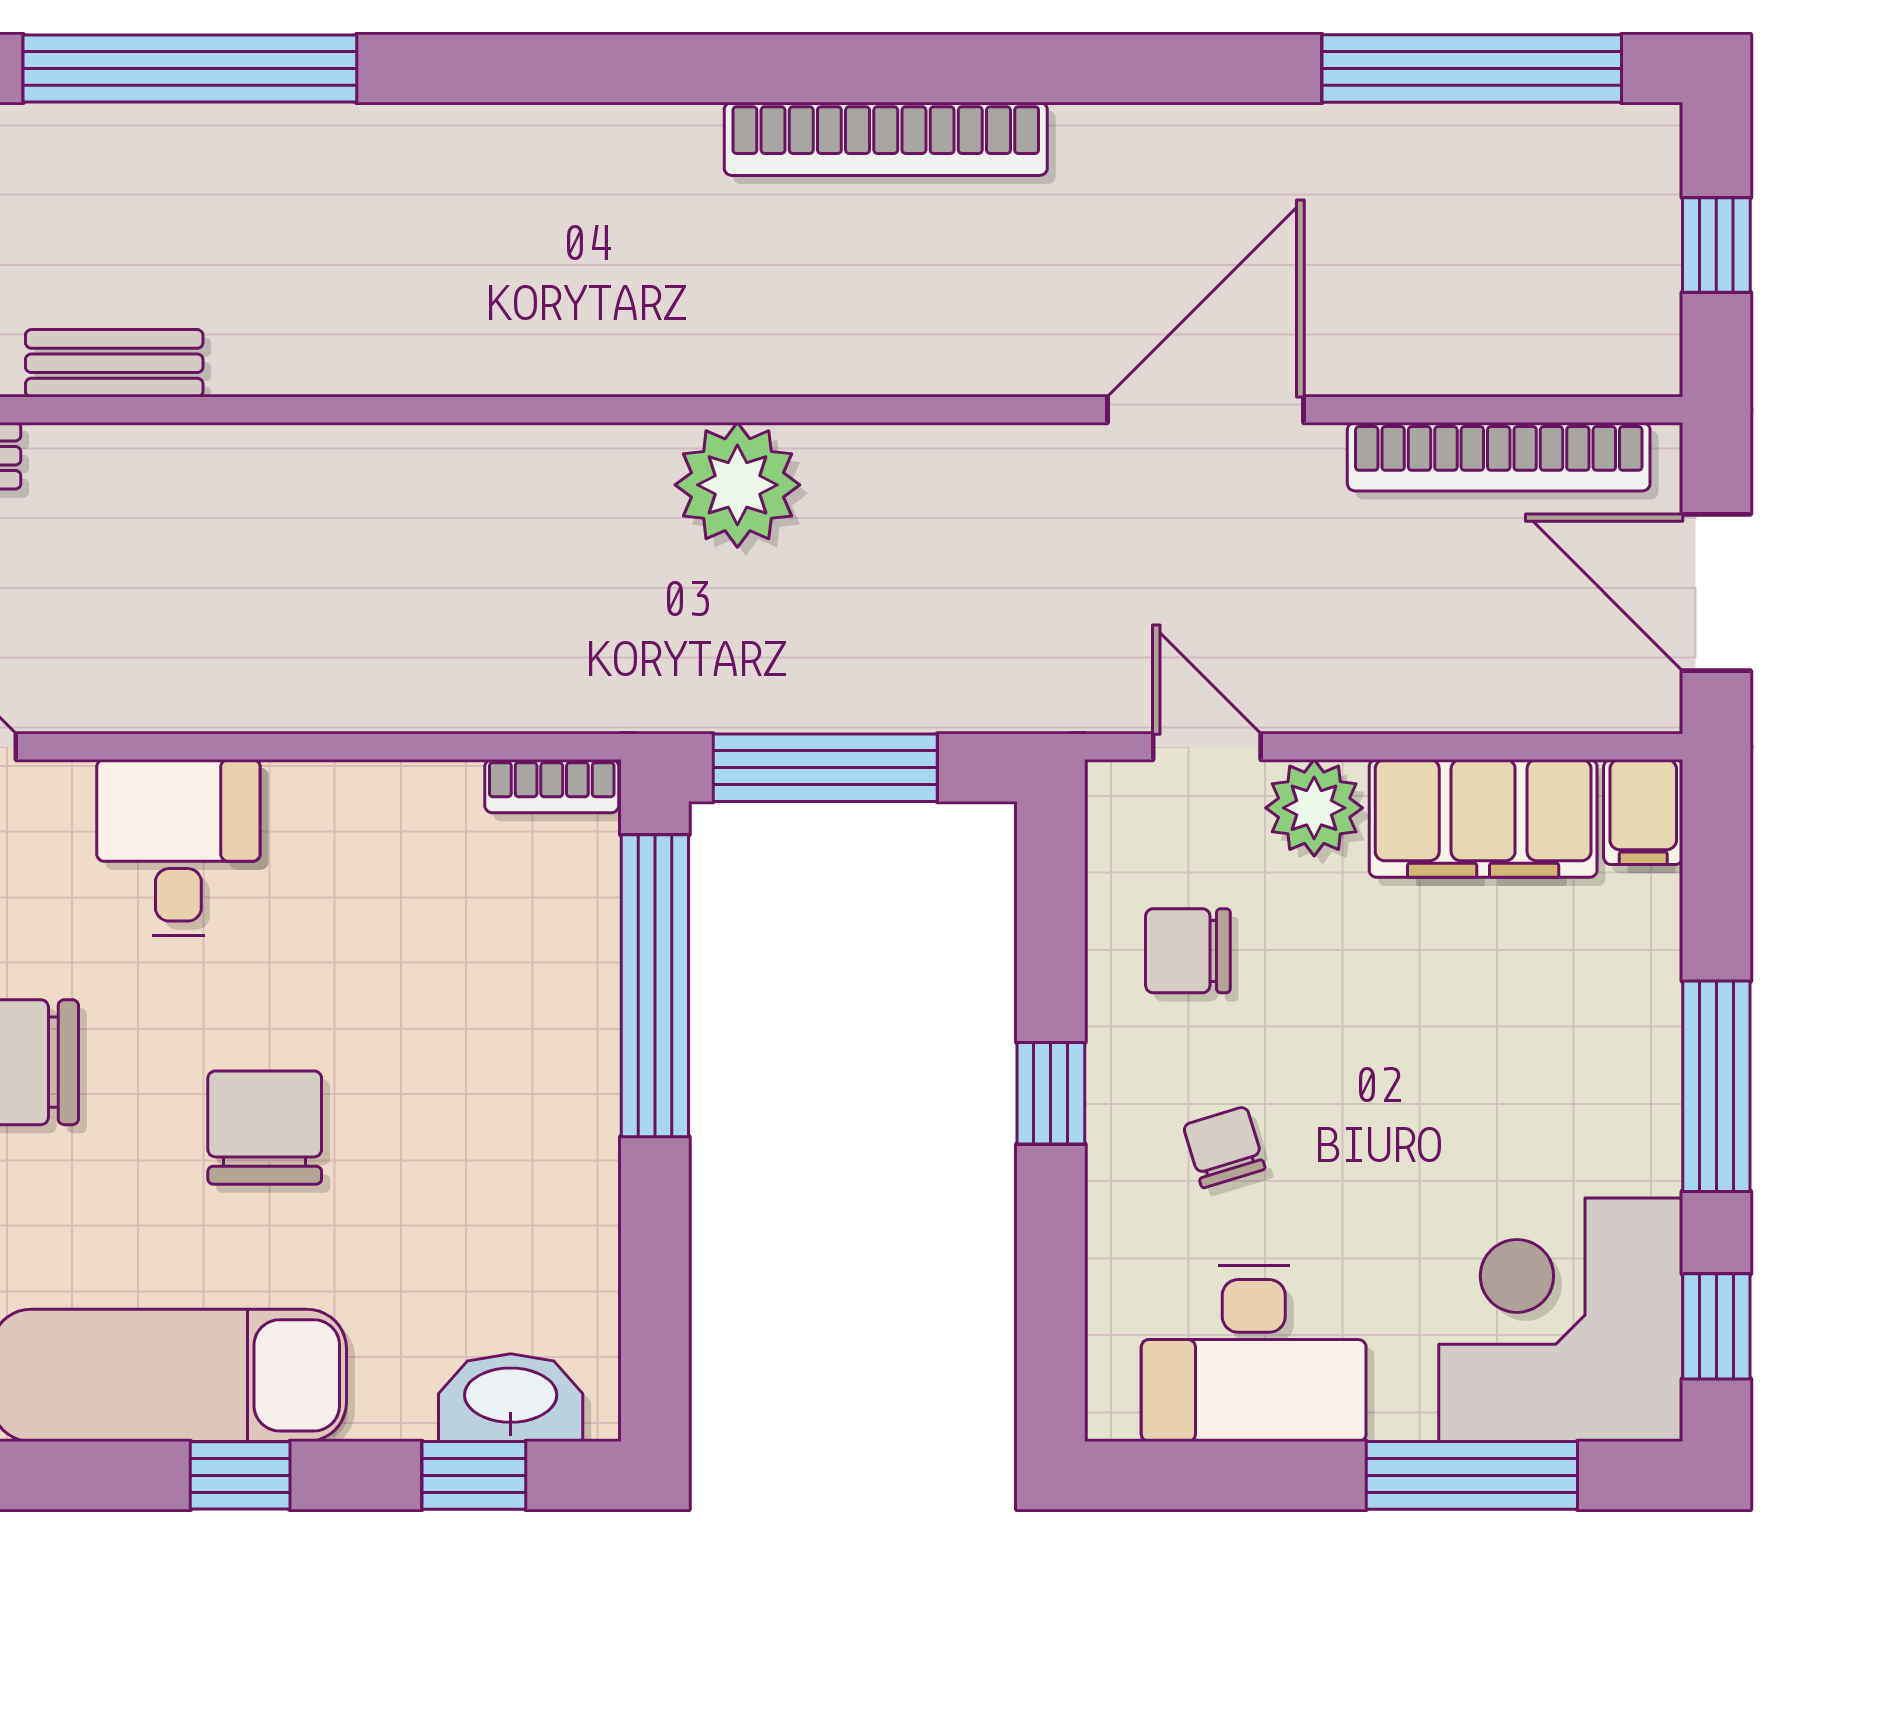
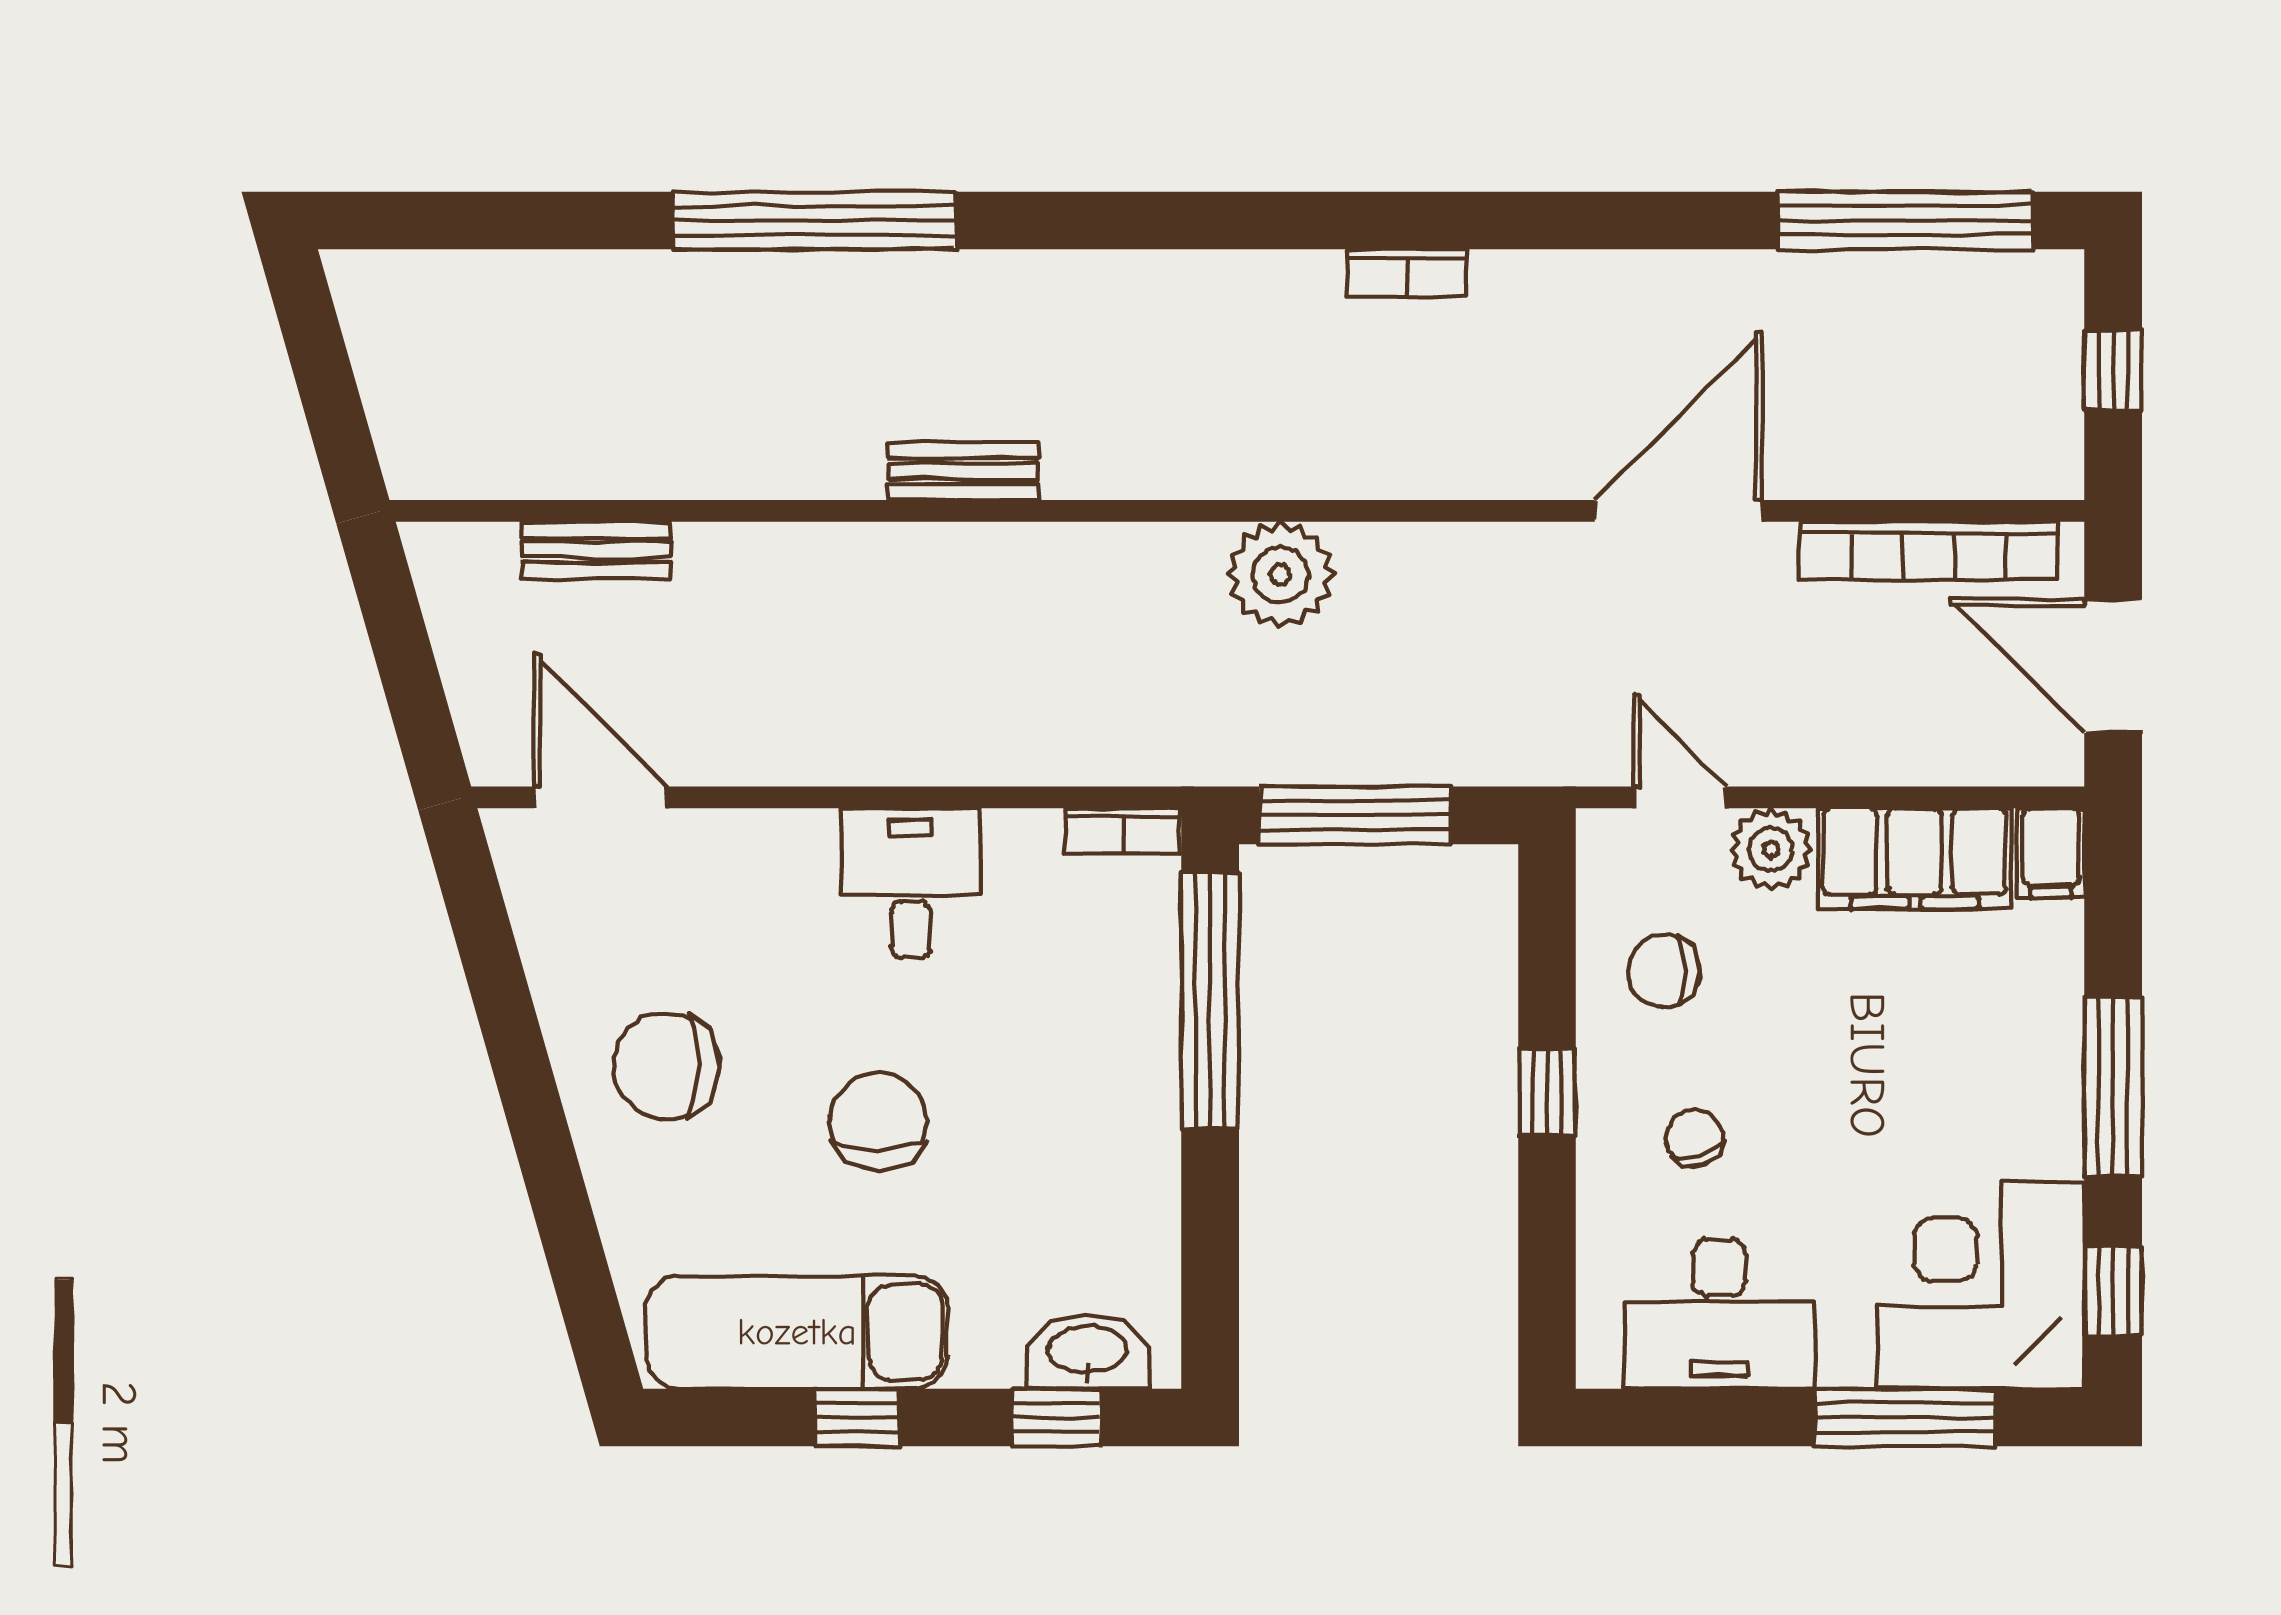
bookcase: (886, 139) -> (1406, 273), width x0.43, depth x0.76
bench: (114, 363) -> (963, 471), moved
desk: (178, 847) -> (910, 883), moved

